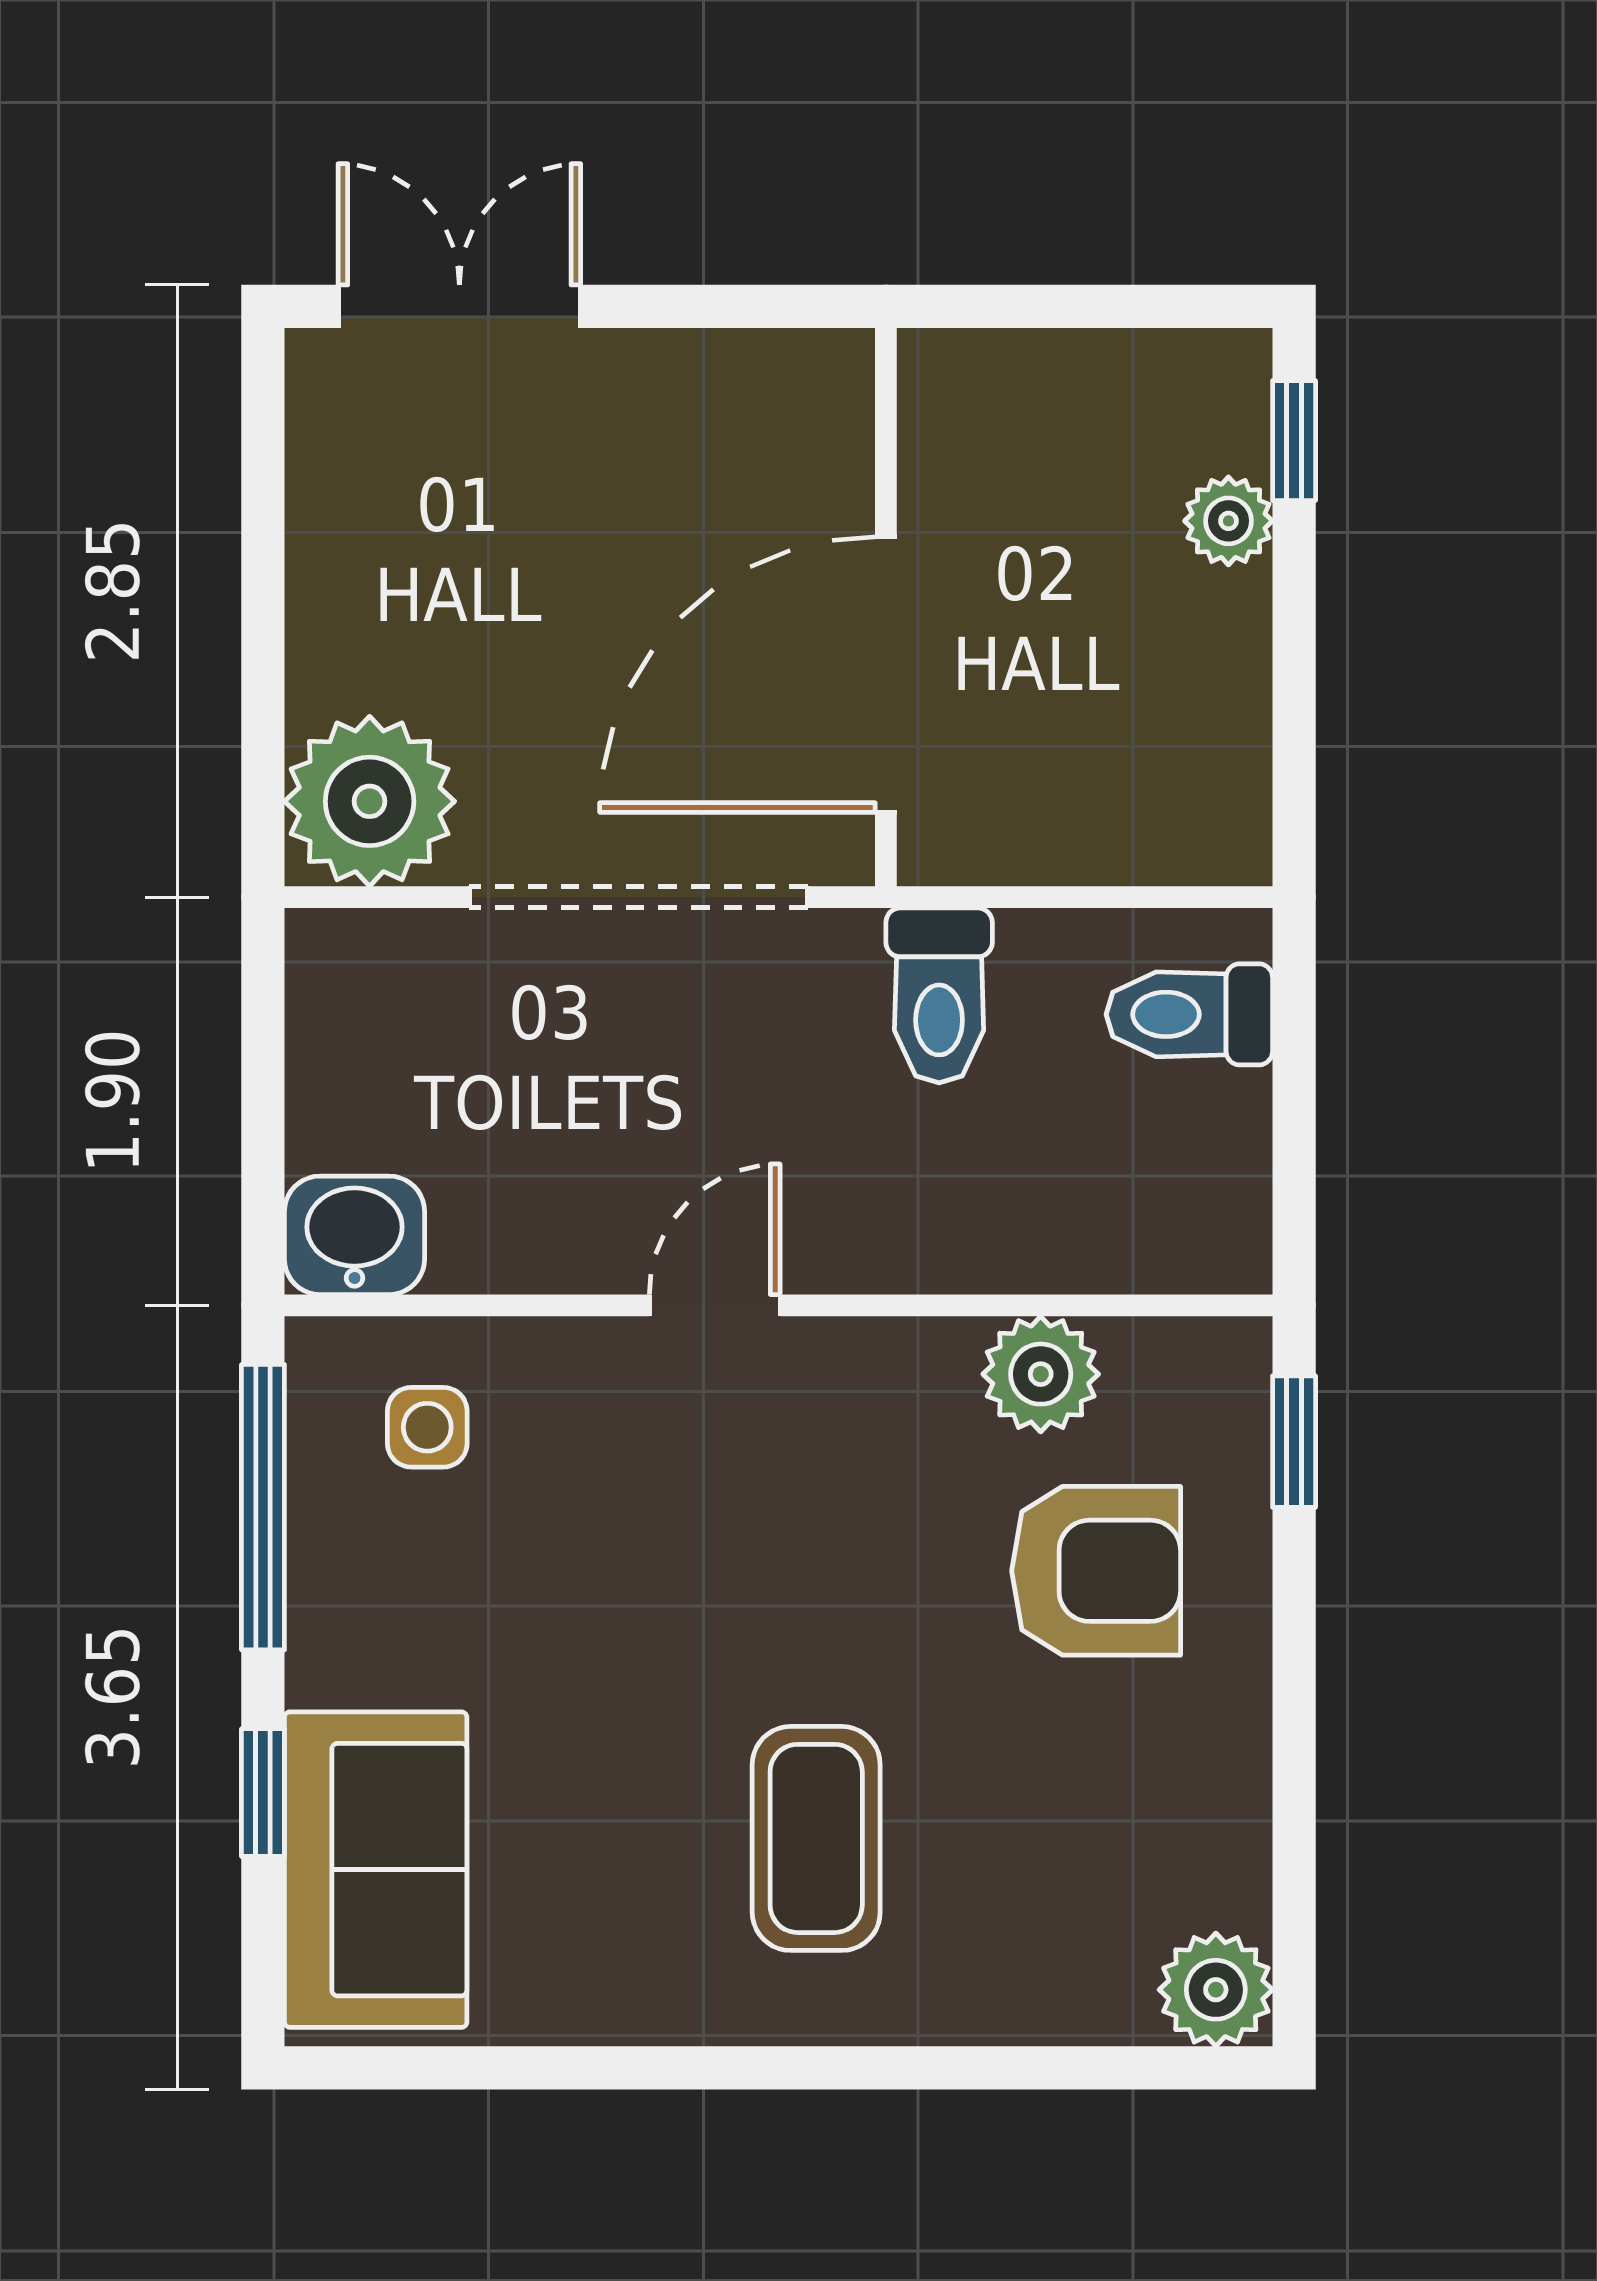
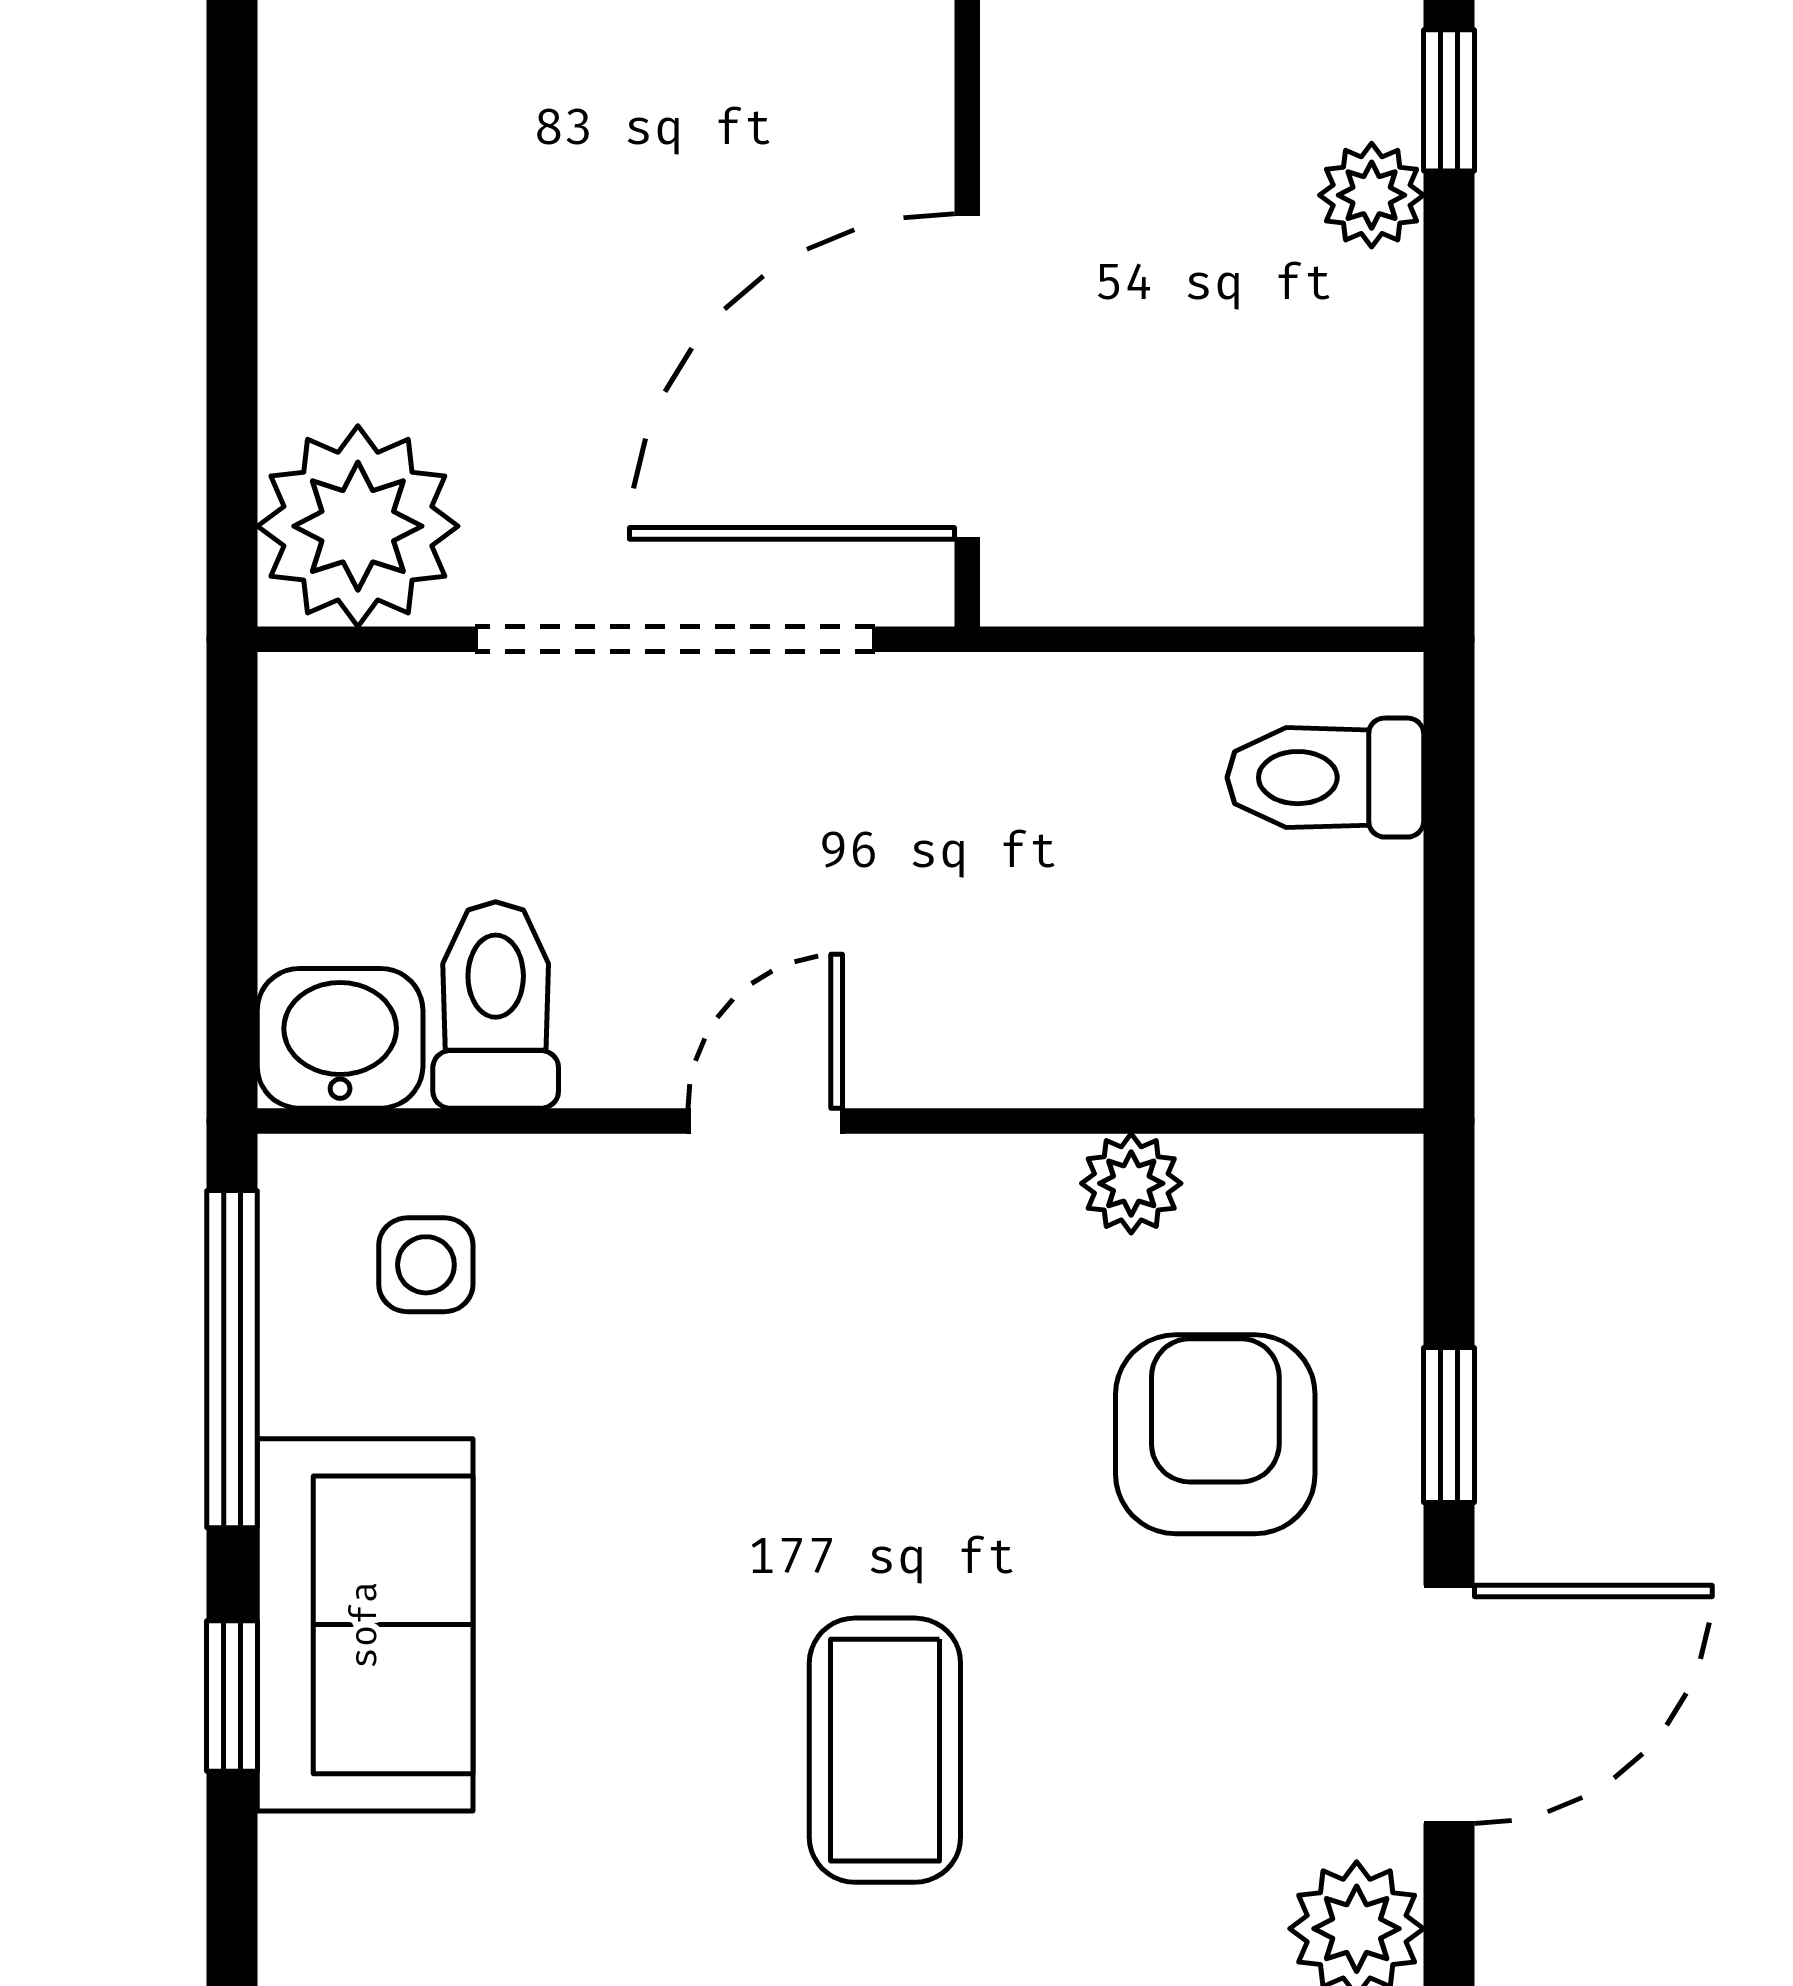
toilet: (939, 995) -> (496, 1005), moved, turned 180
plant: (1041, 1374) -> (1131, 1183), width x0.73, depth x0.73
window: (1294, 1442) -> (1449, 1425), moved
armchair: (1096, 1571) -> (1215, 1434), turned -90
door: (1294, 1800) -> (1449, 1704), added
sofa: (376, 1870) -> (365, 1625), moved

